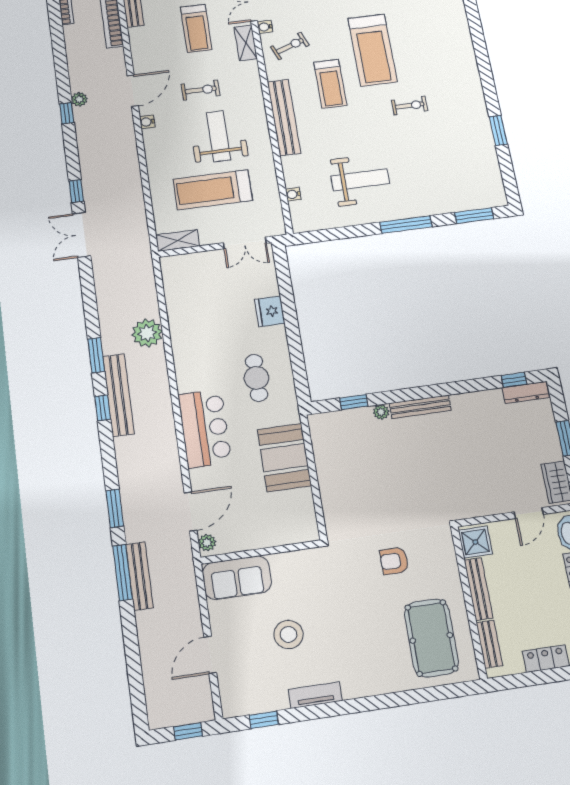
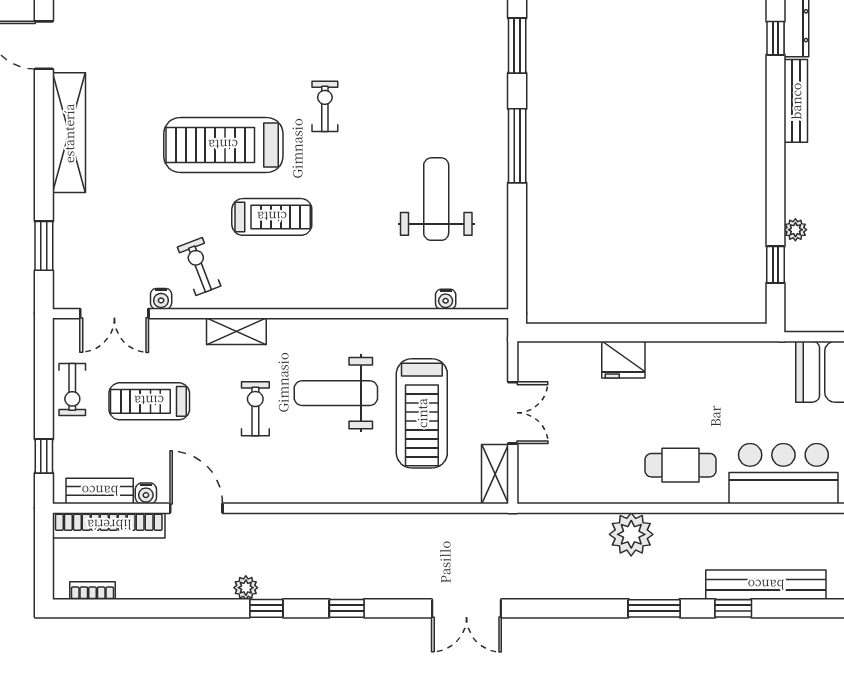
treadmill: (196, 28) -> (149, 401), turned 180
shelving: (246, 43) -> (236, 331), moved
treadmill: (372, 50) -> (223, 145), turned 180
door: (133, 91) -> (196, 508), moved
bench: (284, 117) -> (318, 294), removed
water cooler: (147, 122) -> (146, 493), moved
window: (76, 191) -> (347, 608), moved
double door: (245, 243) -> (513, 413), moved
cafe table: (256, 378) -> (681, 465), moved
bench: (118, 395) -> (766, 585), moved
bench: (420, 407) -> (796, 101), moved

